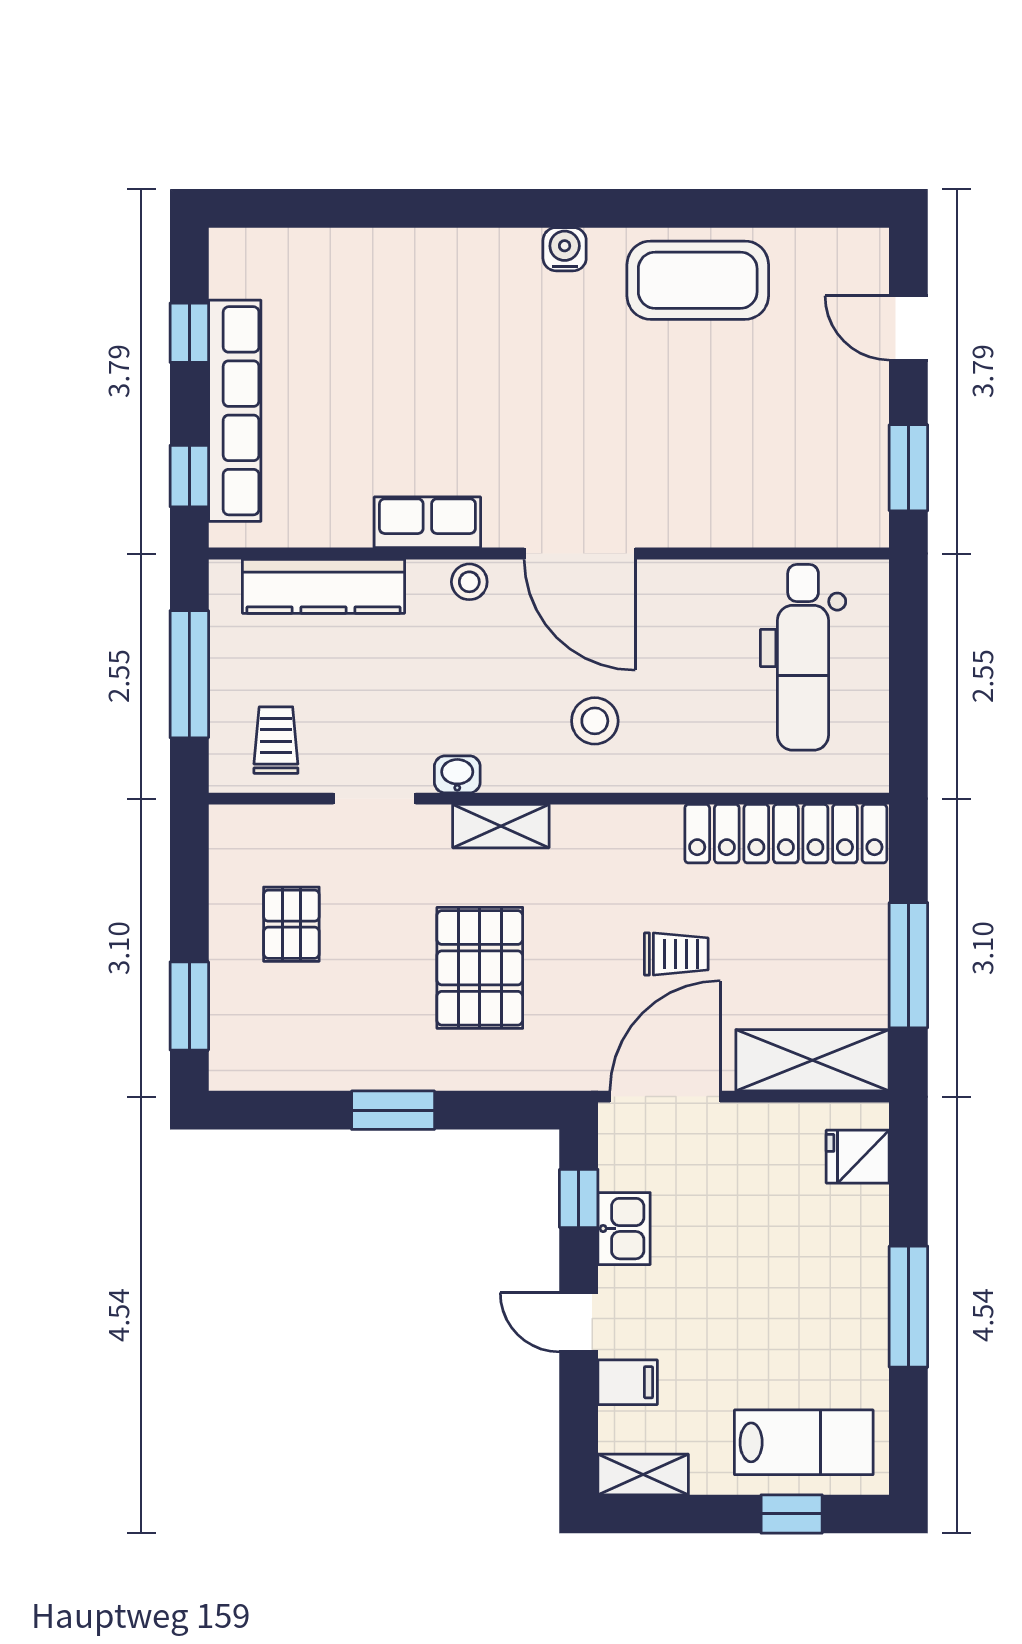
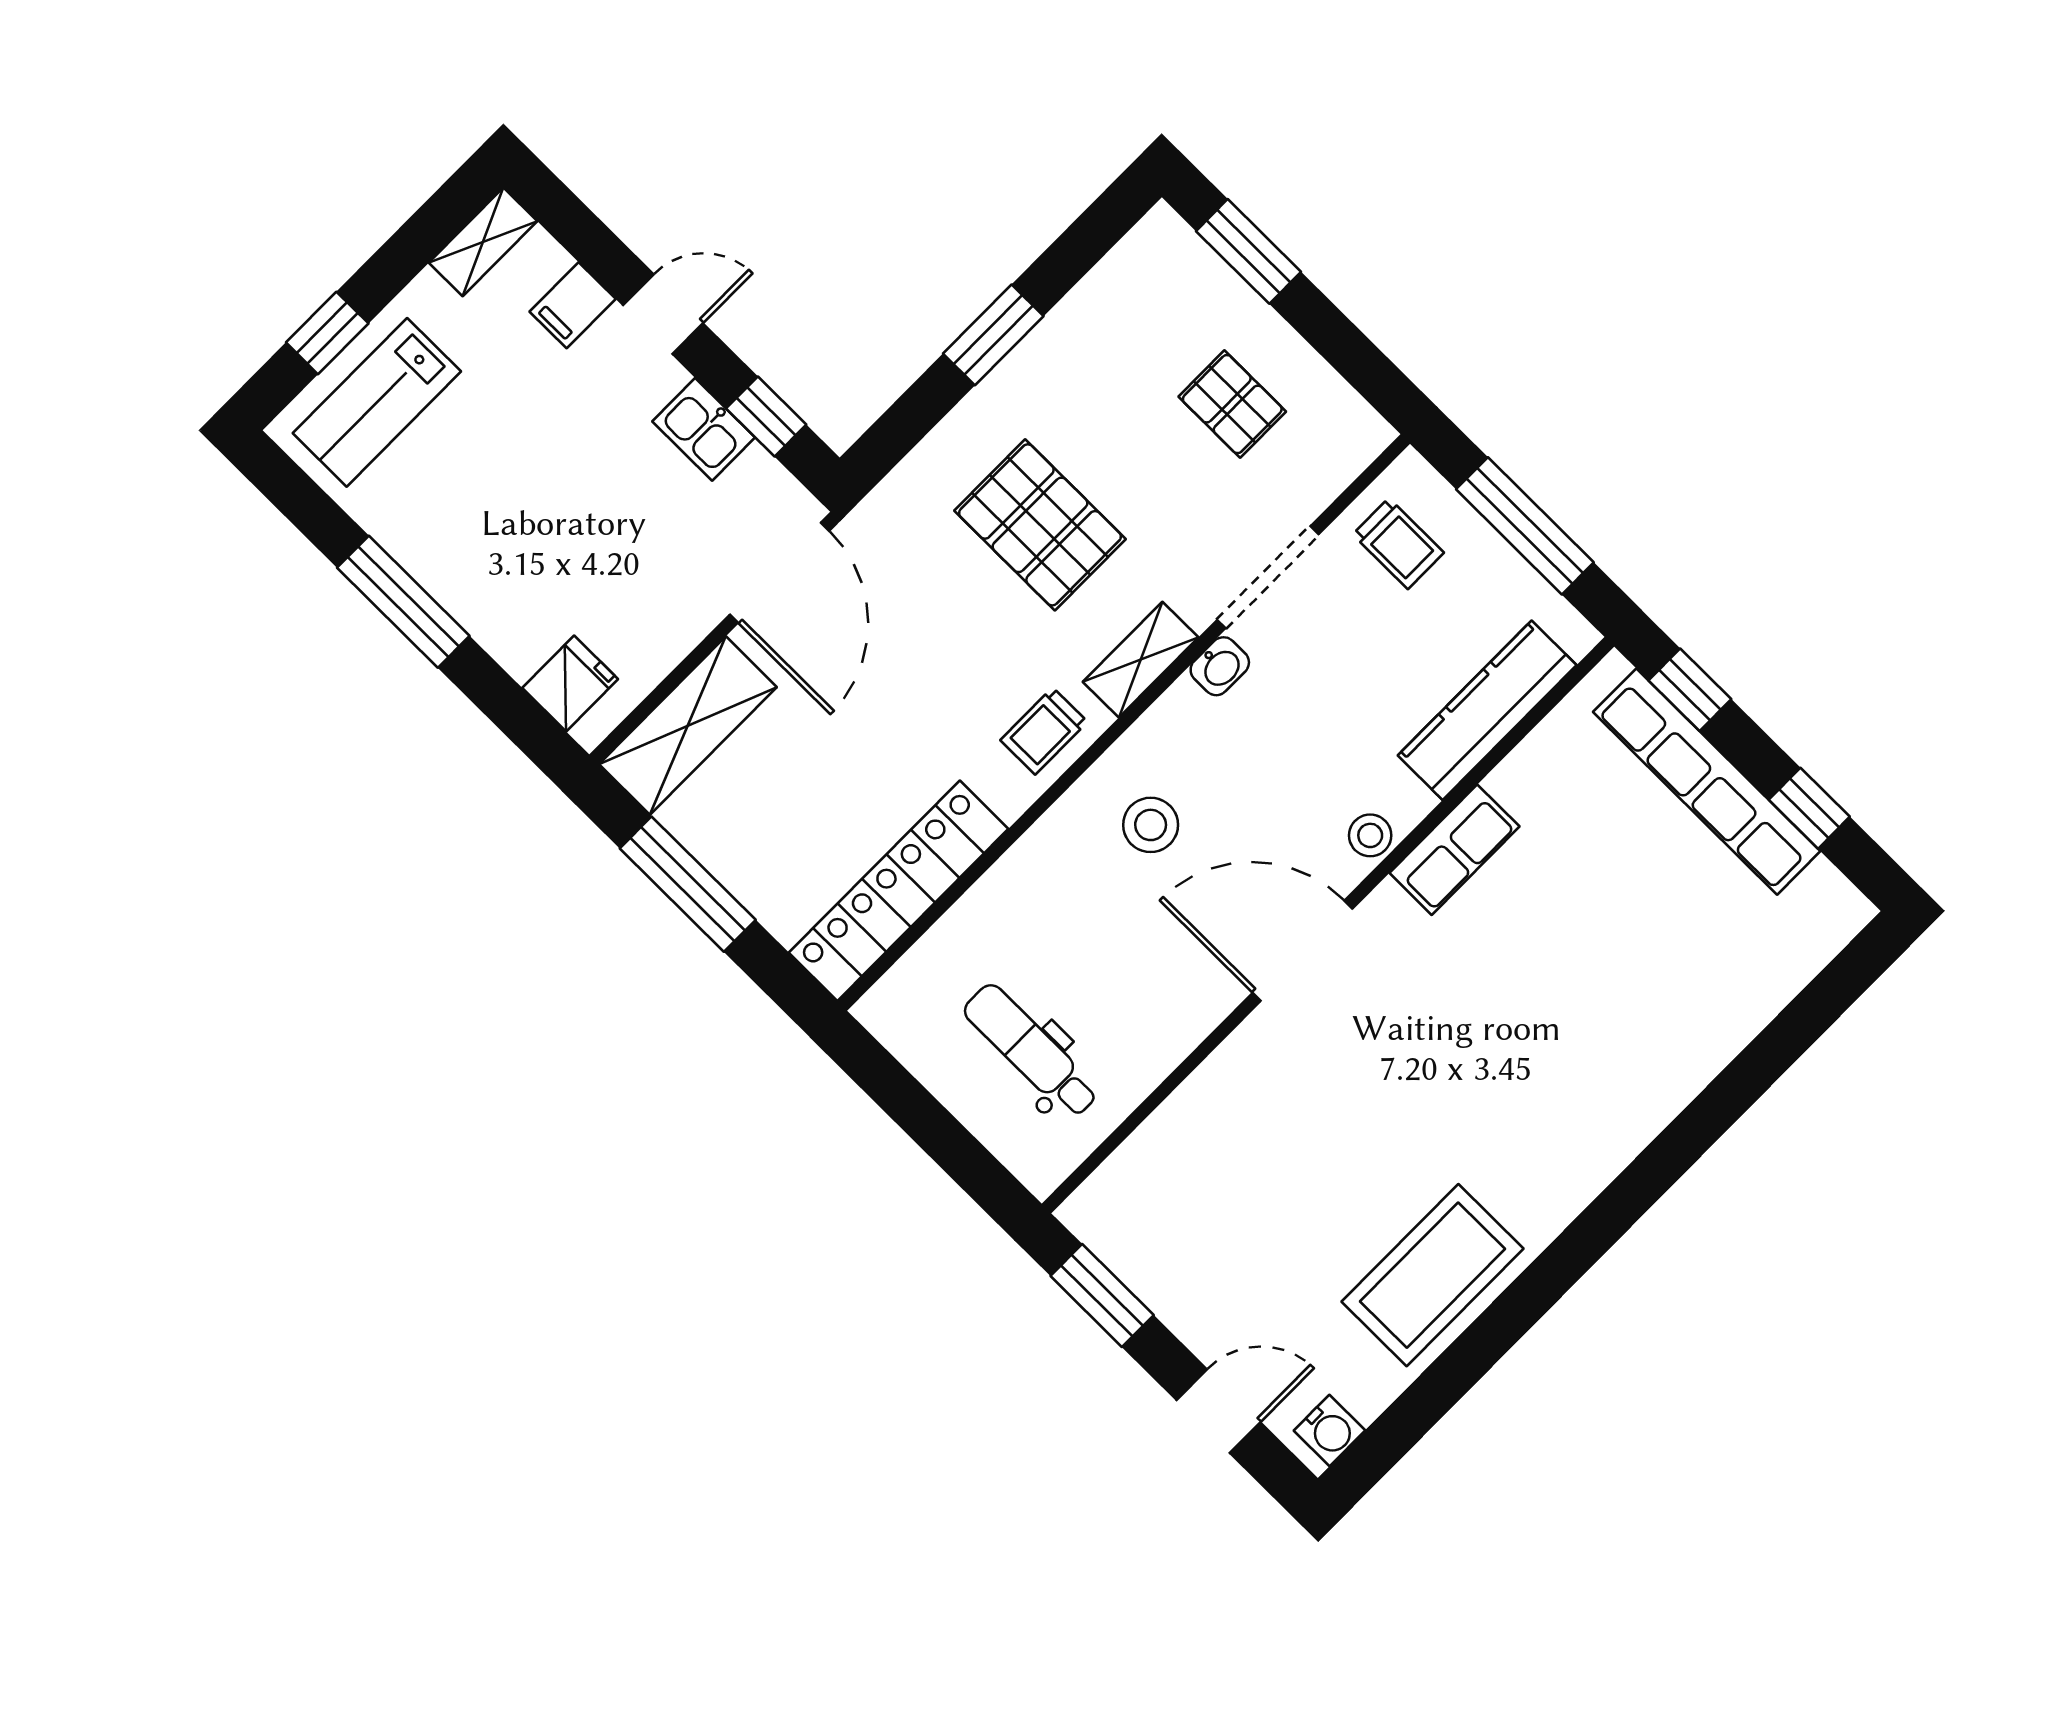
water cooler: (565, 249) -> (1330, 1430), moved
dental chair: (803, 657) -> (1031, 1051), width x0.73, depth x0.72
doorway: (375, 799) -> (1268, 577), width x1.38
trolley: (676, 954) -> (1044, 731), moved

